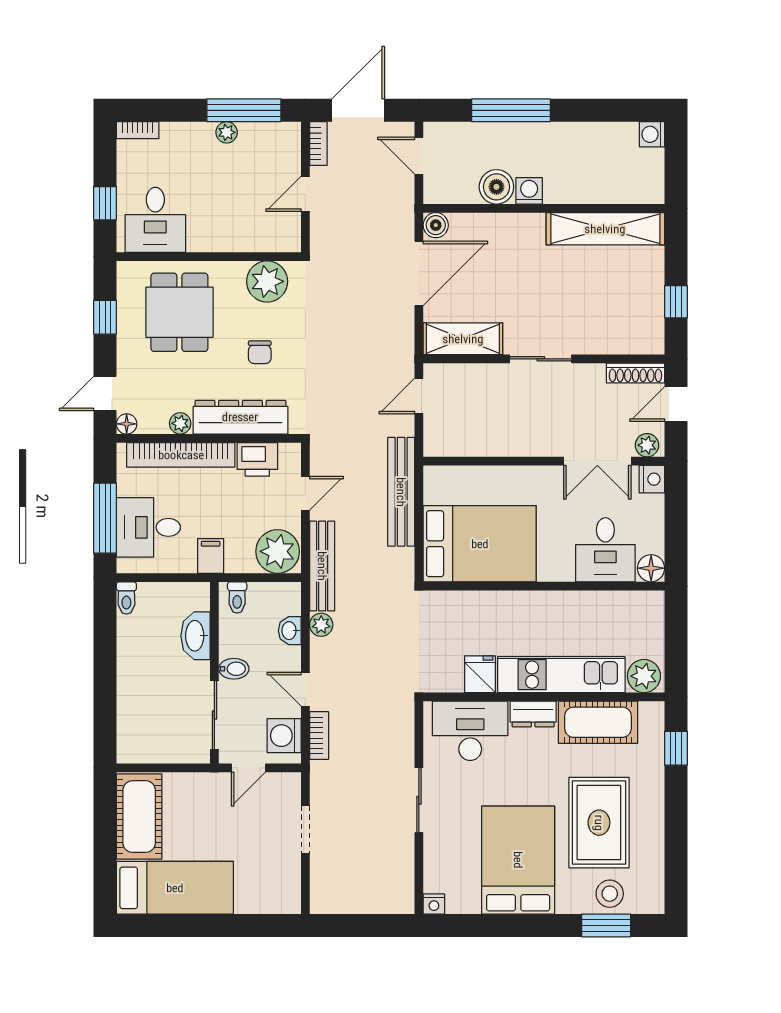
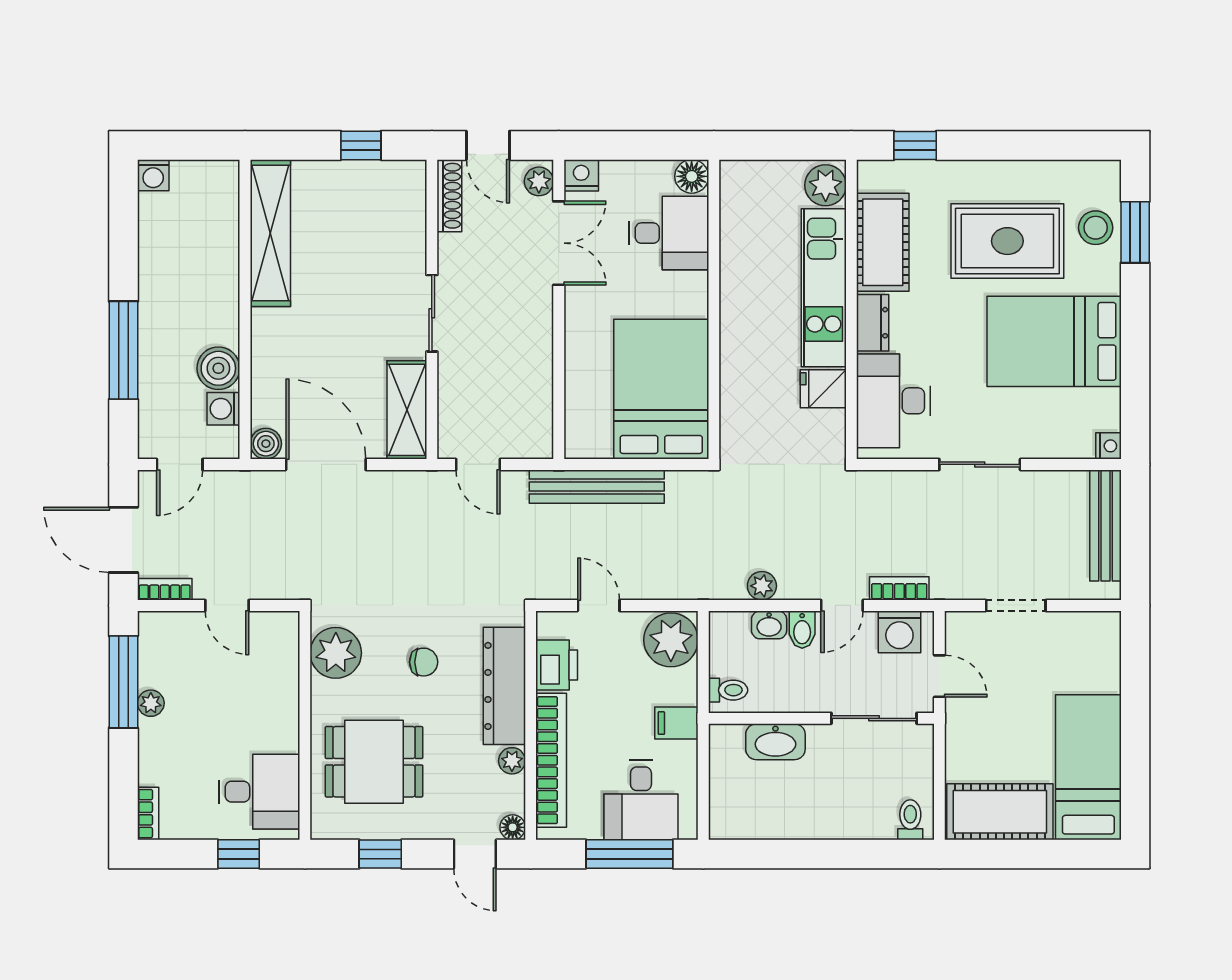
washing machine: (529, 191) -> (223, 409), moved
bench: (322, 566) -> (1105, 525), moved, turned 90
toilet: (126, 598) -> (910, 820), moved, turned -90
bidet: (234, 669) -> (802, 630), moved, turned 180

